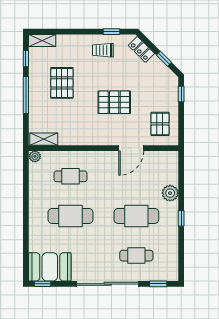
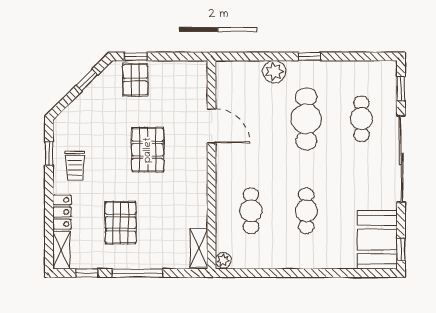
locker: (141, 49) -> (62, 212), moved, turned -45
pallet: (62, 83) -> (121, 223), turned 90
pallet: (160, 124) -> (135, 80), moved, turned 90
cafe table: (70, 216) -> (306, 211), width x0.73, depth x0.74

